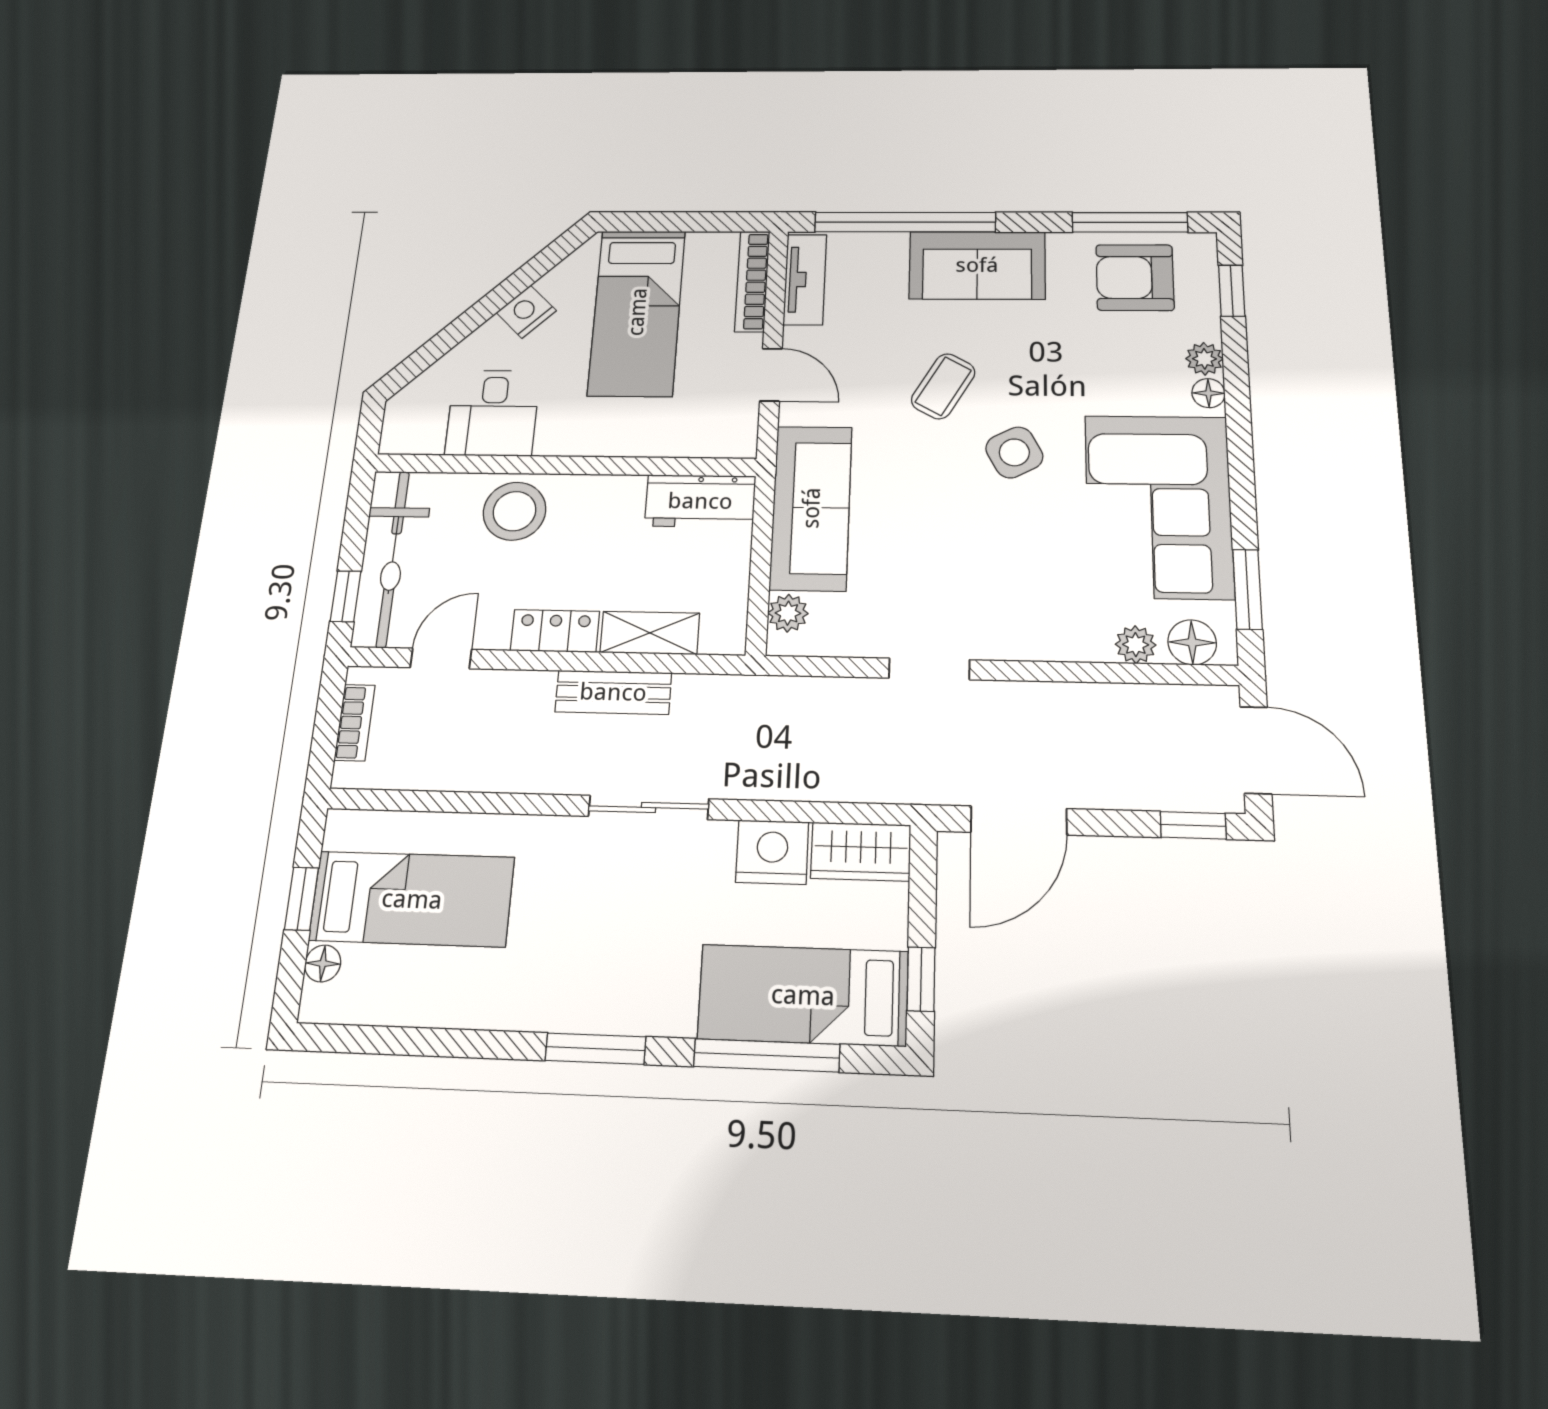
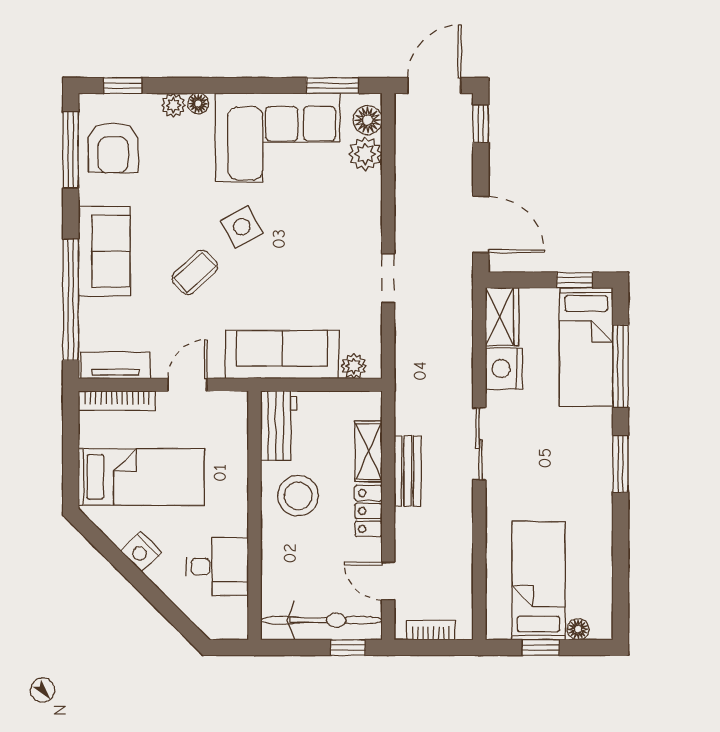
coffee table: (943, 386) -> (195, 272), turned -73
stool: (514, 511) -> (298, 496), moved
plant: (1136, 645) -> (365, 154), width x1.38, depth x1.38

